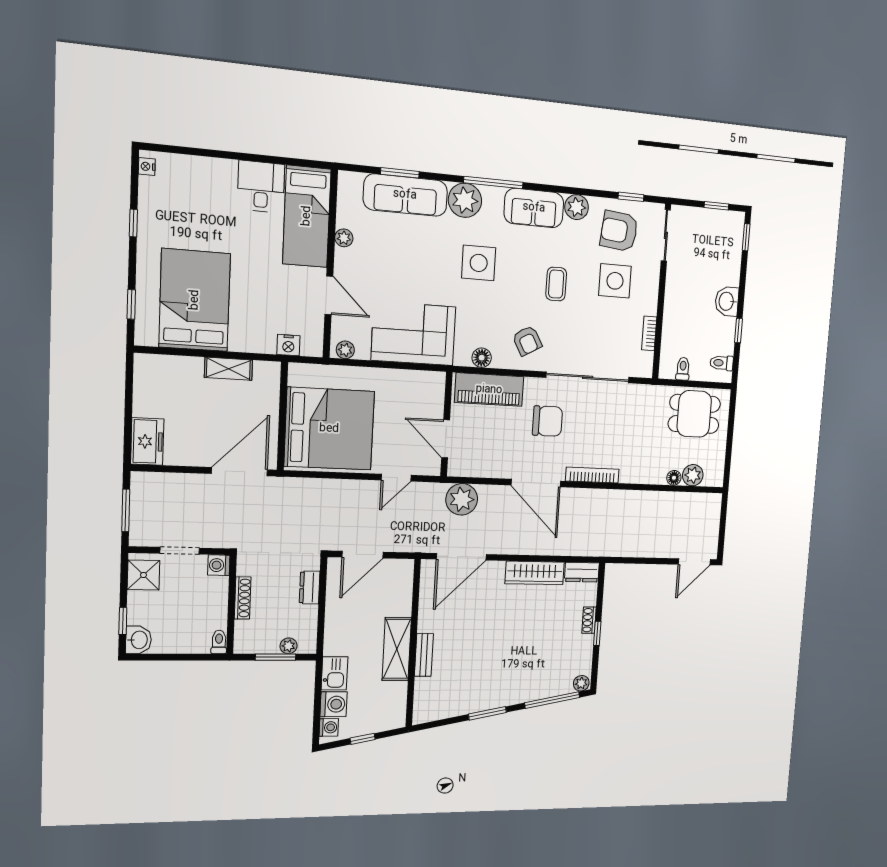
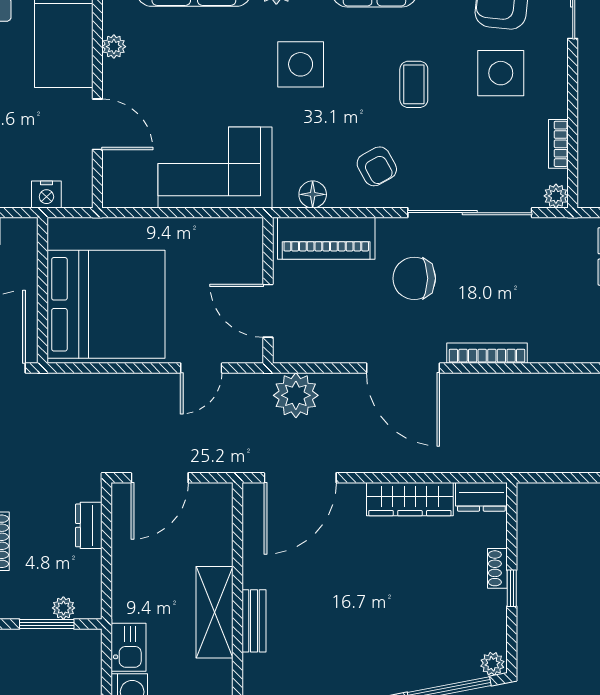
plant: (345, 350) -> (556, 196), moved
chair: (547, 421) -> (414, 278), turned 180

